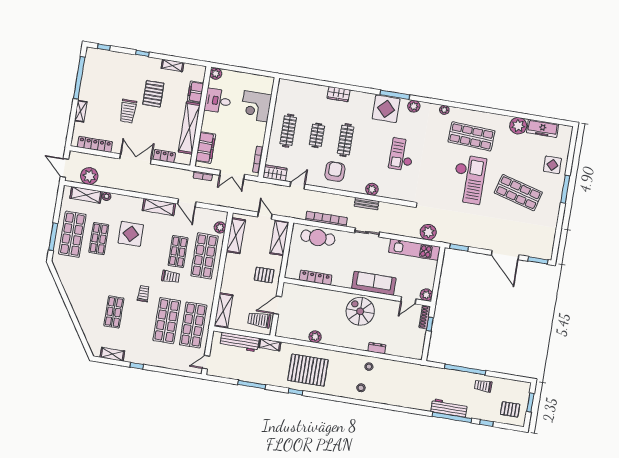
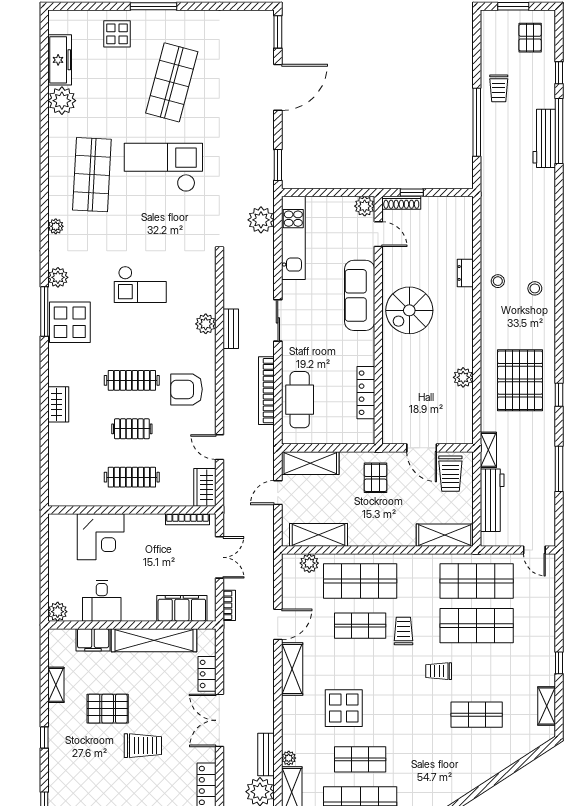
bench: (111, 183) -> (266, 755), added

